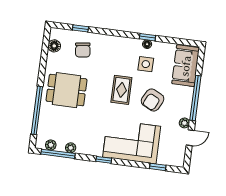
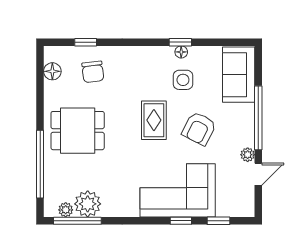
plant: (71, 148) -> (88, 204), width x1.88, depth x1.88
window: (104, 160) -> (181, 221), moved

